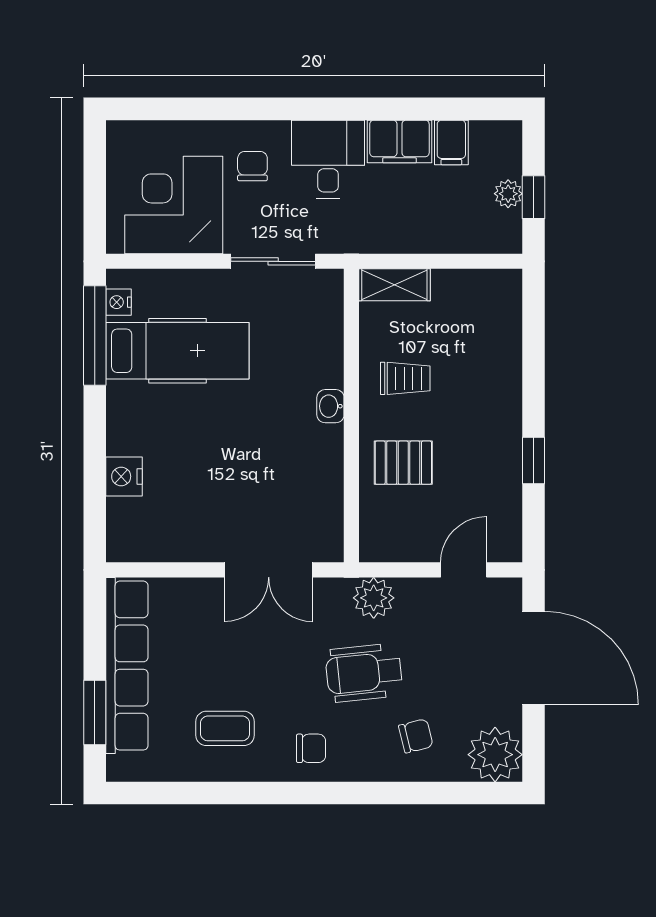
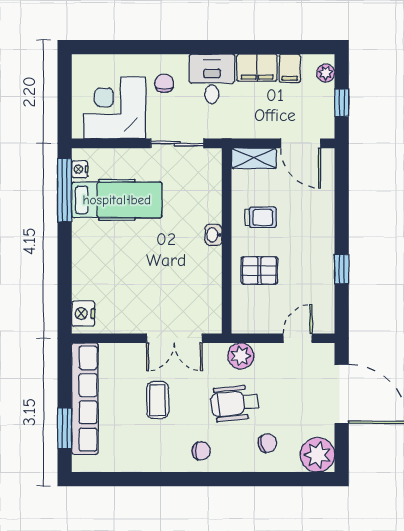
plant: (508, 194) -> (326, 73), moved
door: (469, 261) -> (301, 143), added
nightstand: (124, 476) -> (83, 314), moved
coffee table: (225, 728) -> (158, 400), moved, turned 90

